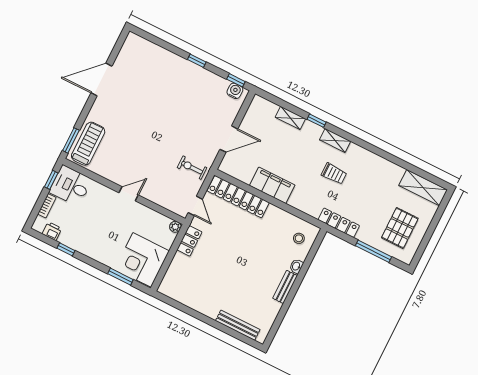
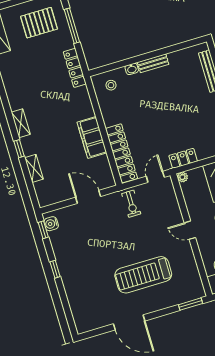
treadmill: (88, 144) -> (143, 275), moved, width x1.37, depth x1.38
trolley: (334, 174) -> (44, 103), removed

